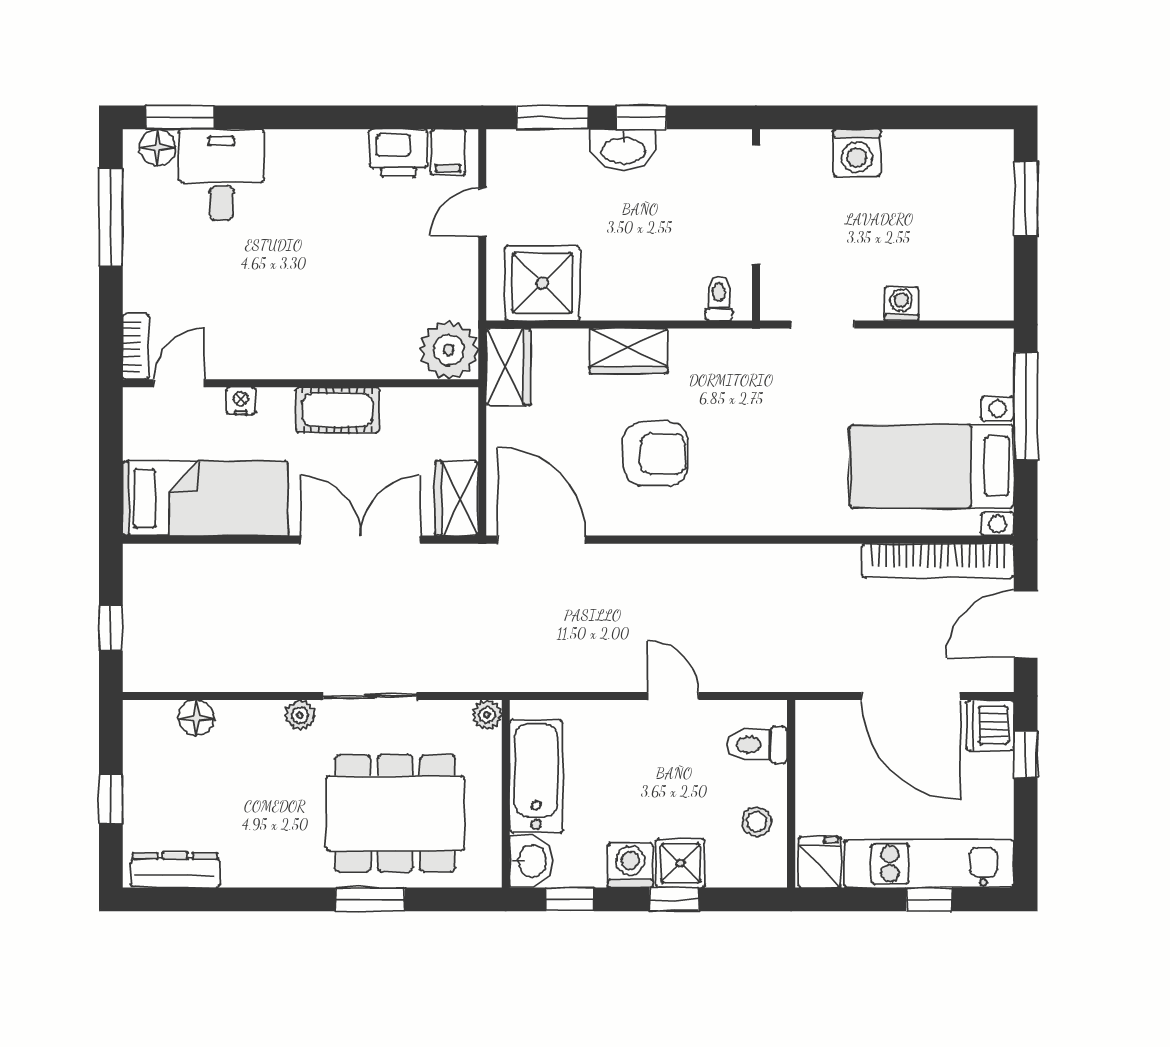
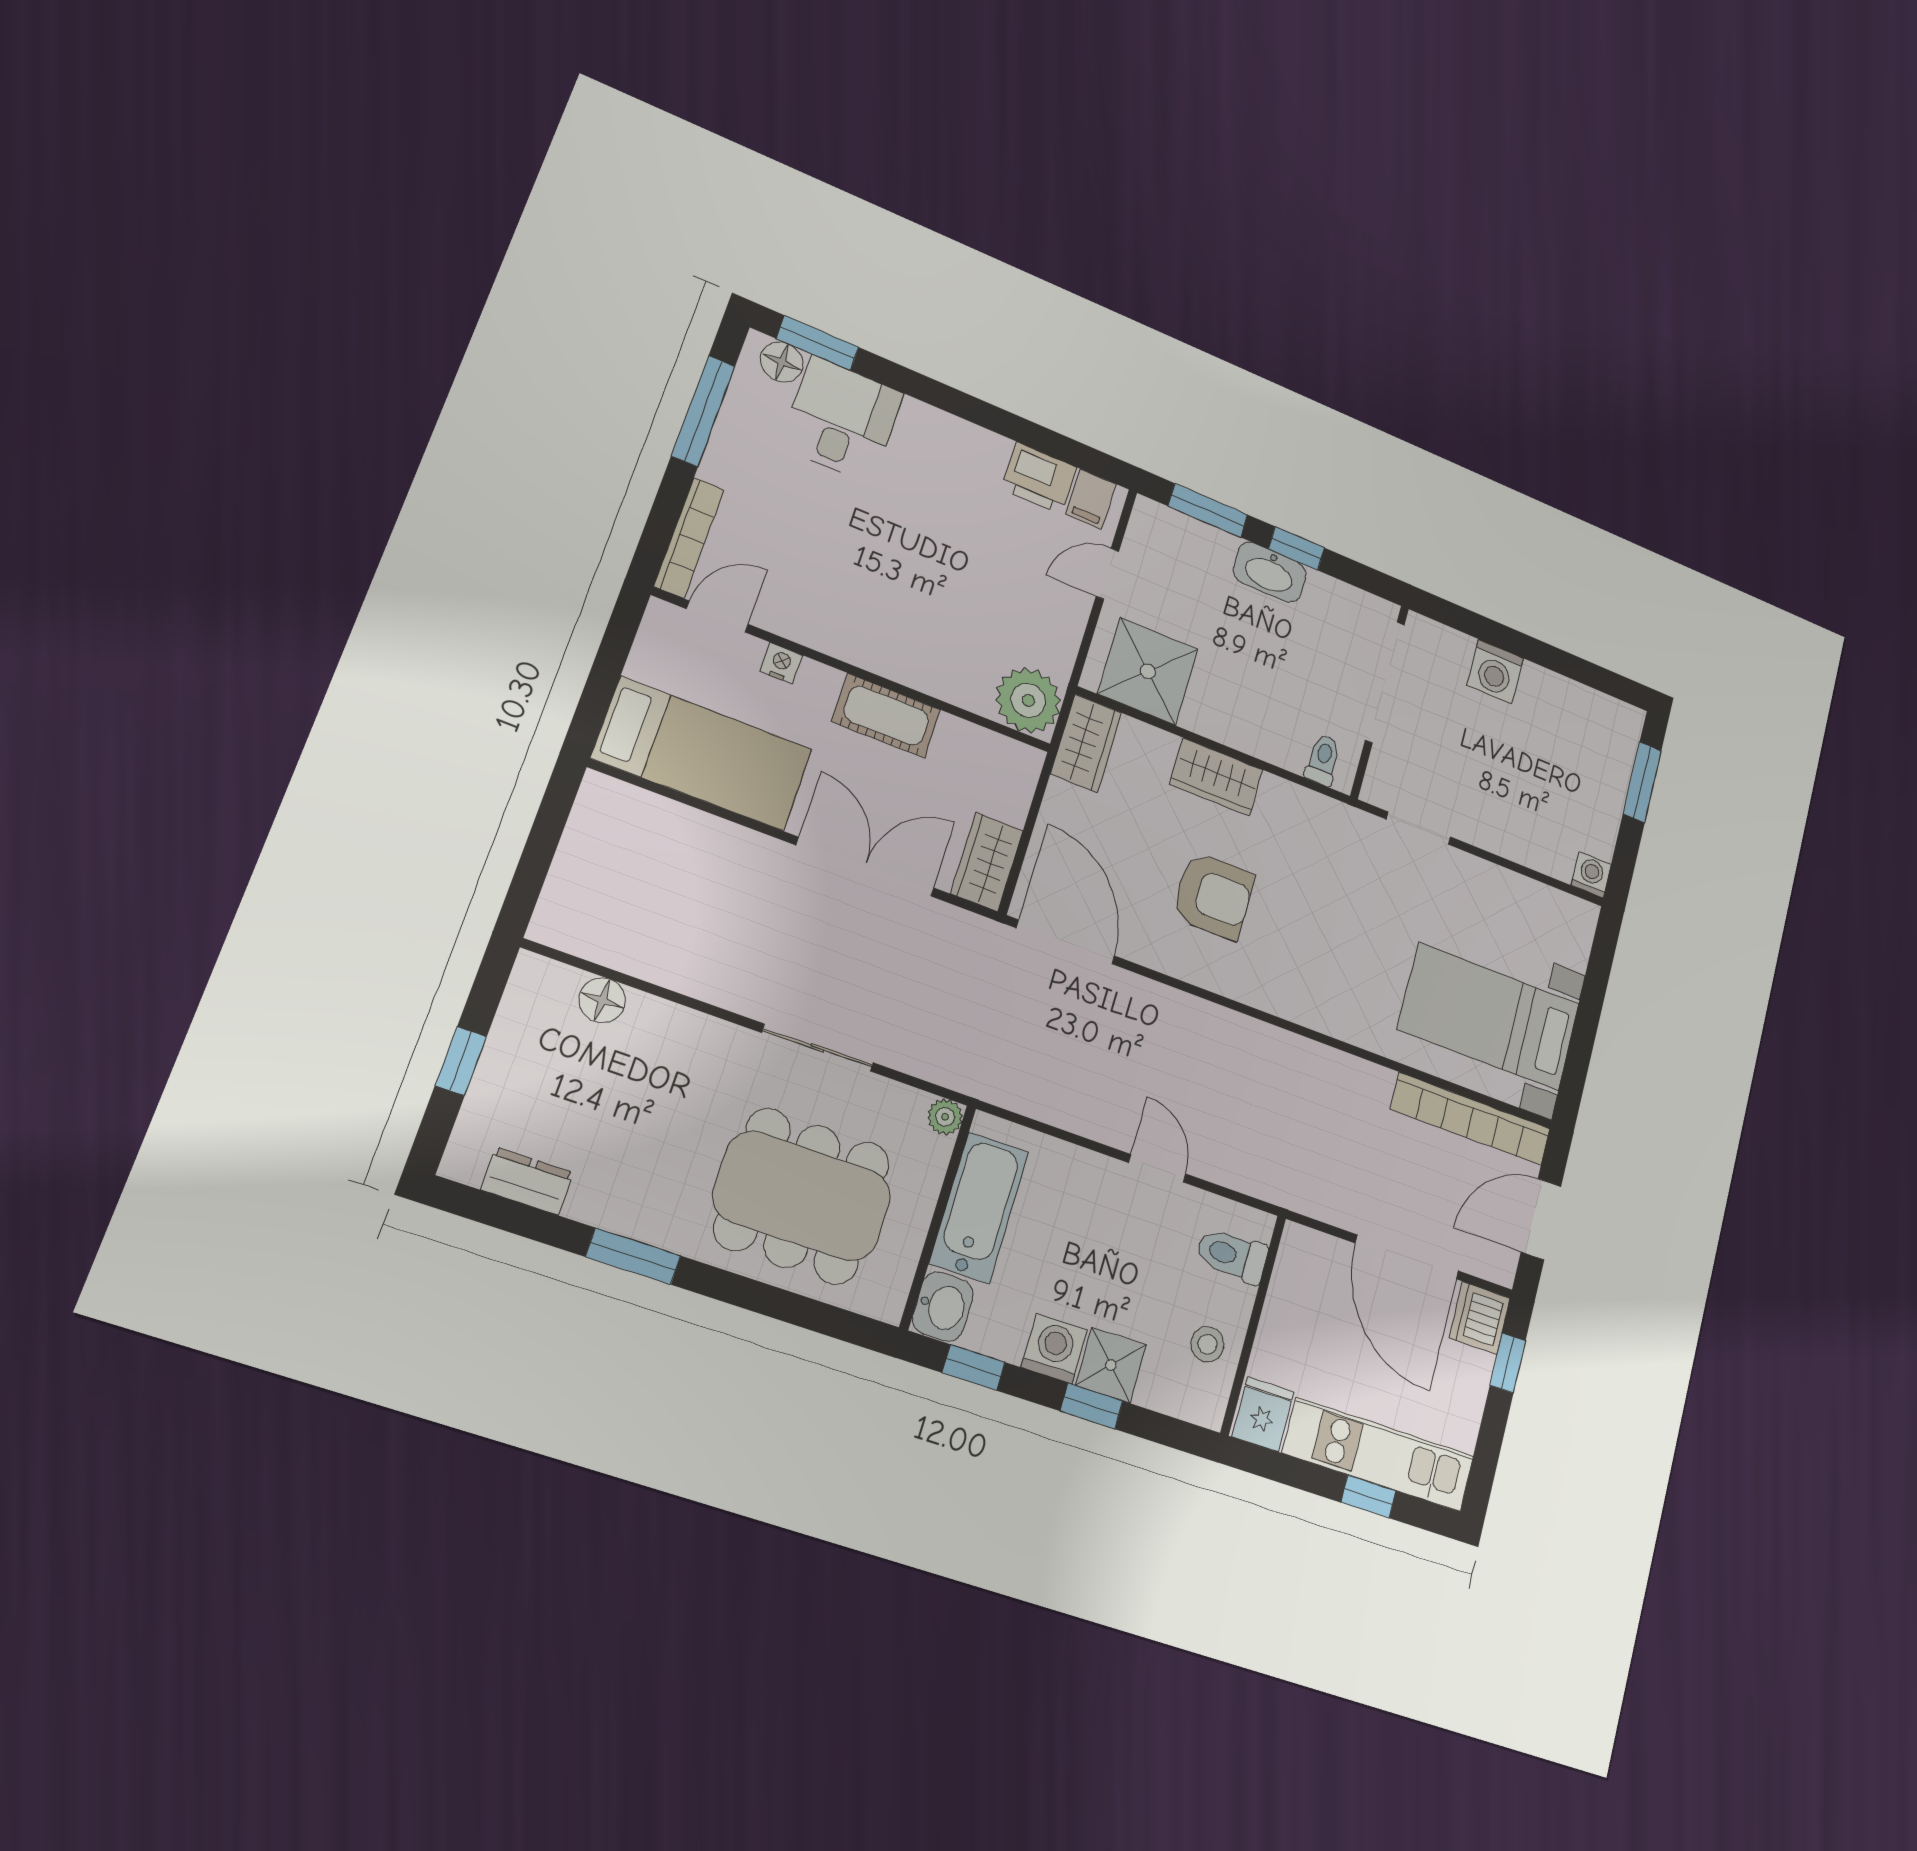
washing machine: (901, 304) -> (1591, 875), moved
bookcase: (136, 346) -> (689, 538), width x1.56
window: (1026, 406) -> (1594, 990), removed
window: (111, 628) -> (537, 858), removed
plant: (300, 715) -> (728, 1041), removed
dresser: (175, 870) -> (527, 1181), width x0.70
window: (370, 899) -> (633, 1256), moved

